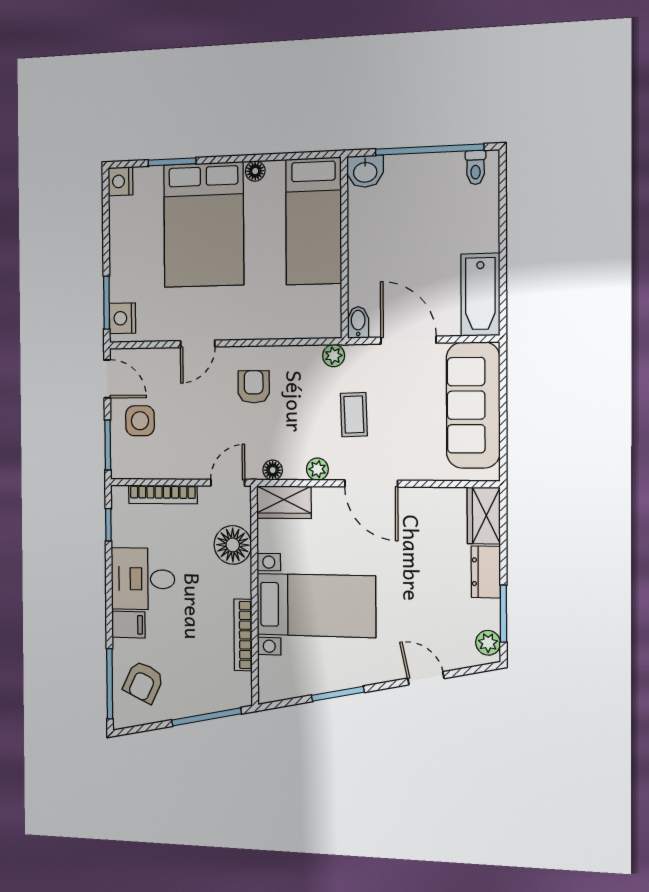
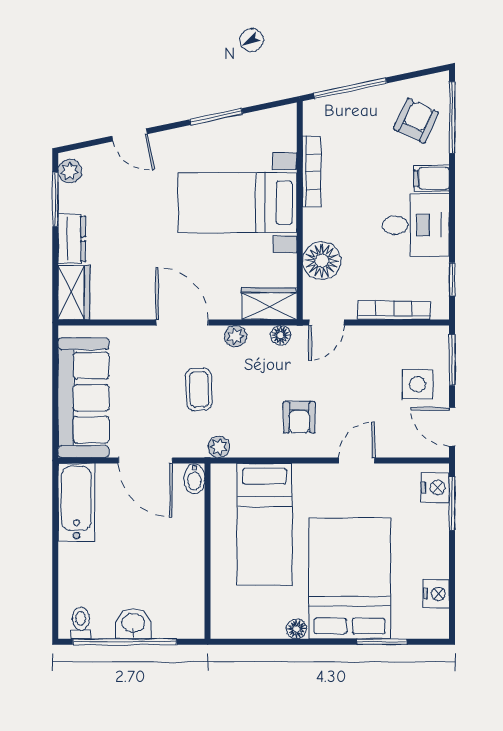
washbasin: (365, 171) -> (133, 624), moved
nightstand: (120, 181) -> (436, 594), moved
bed: (314, 221) -> (265, 524), moved, turned 180

